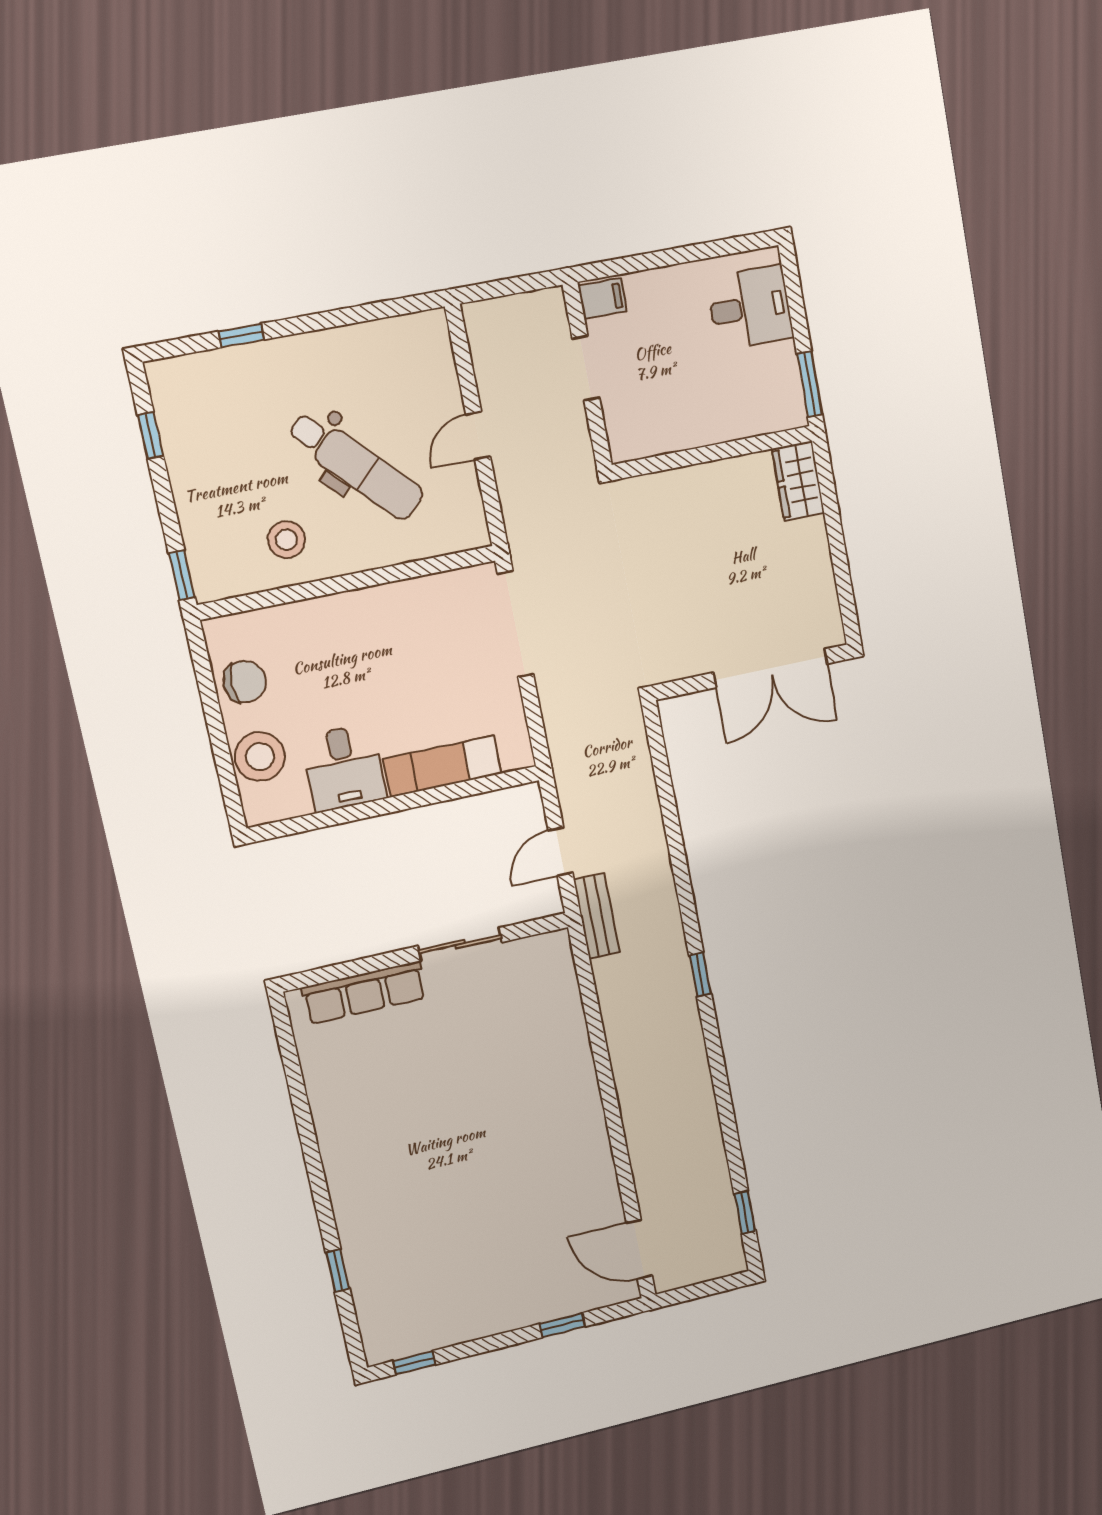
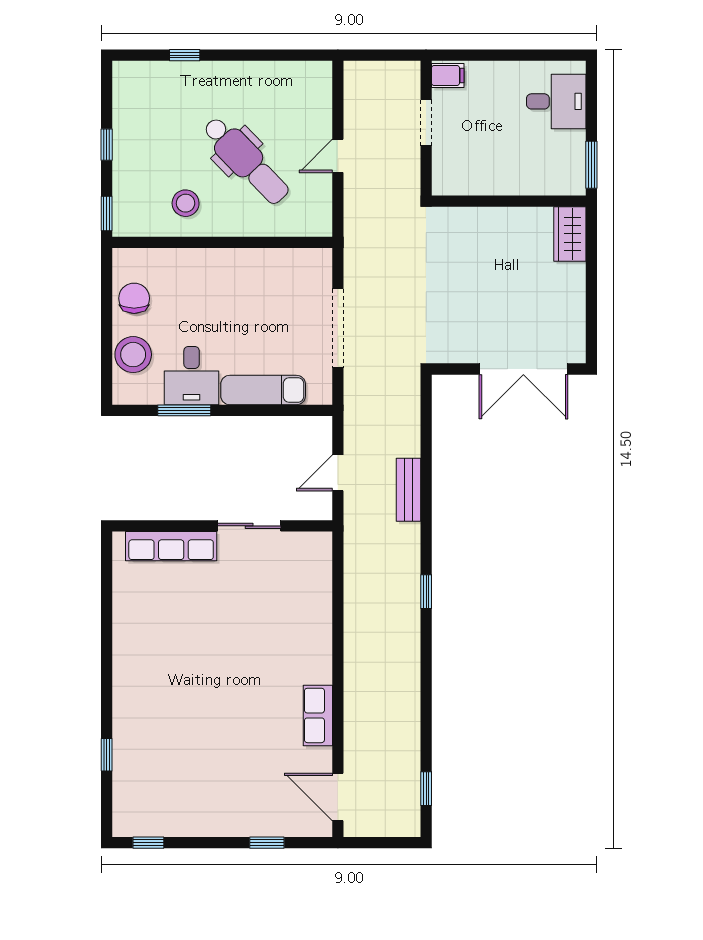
window: (151, 436) -> (107, 145), moved
doorway: (515, 624) -> (338, 328), moved
chair: (245, 682) -> (134, 298), turned -90
window: (344, 815) -> (184, 410), added
bench: (597, 916) -> (408, 490), moved
row of seats: (595, 1158) -> (318, 715), added

